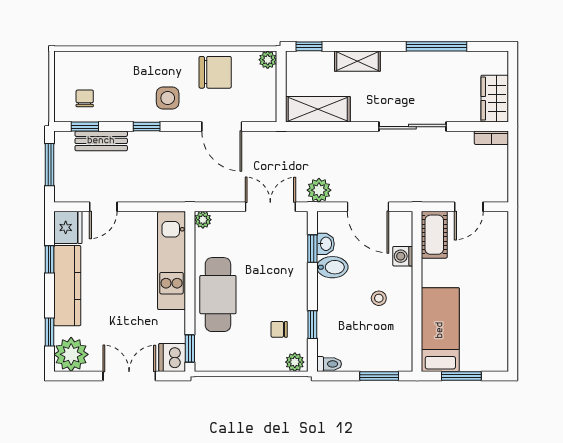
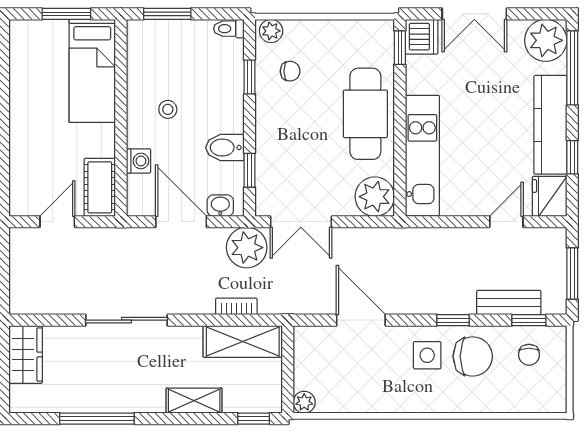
chair: (215, 72) -> (473, 356), moved, turned 180
bookcase: (491, 138) -> (236, 306), moved
plant: (319, 190) -> (247, 248), width x1.36, depth x1.36
plant: (203, 220) -> (375, 197), width x1.87, depth x1.87
washbasin: (325, 244) -> (220, 206), moved, turned 90
window: (49, 332) -> (572, 68), width x2.17

